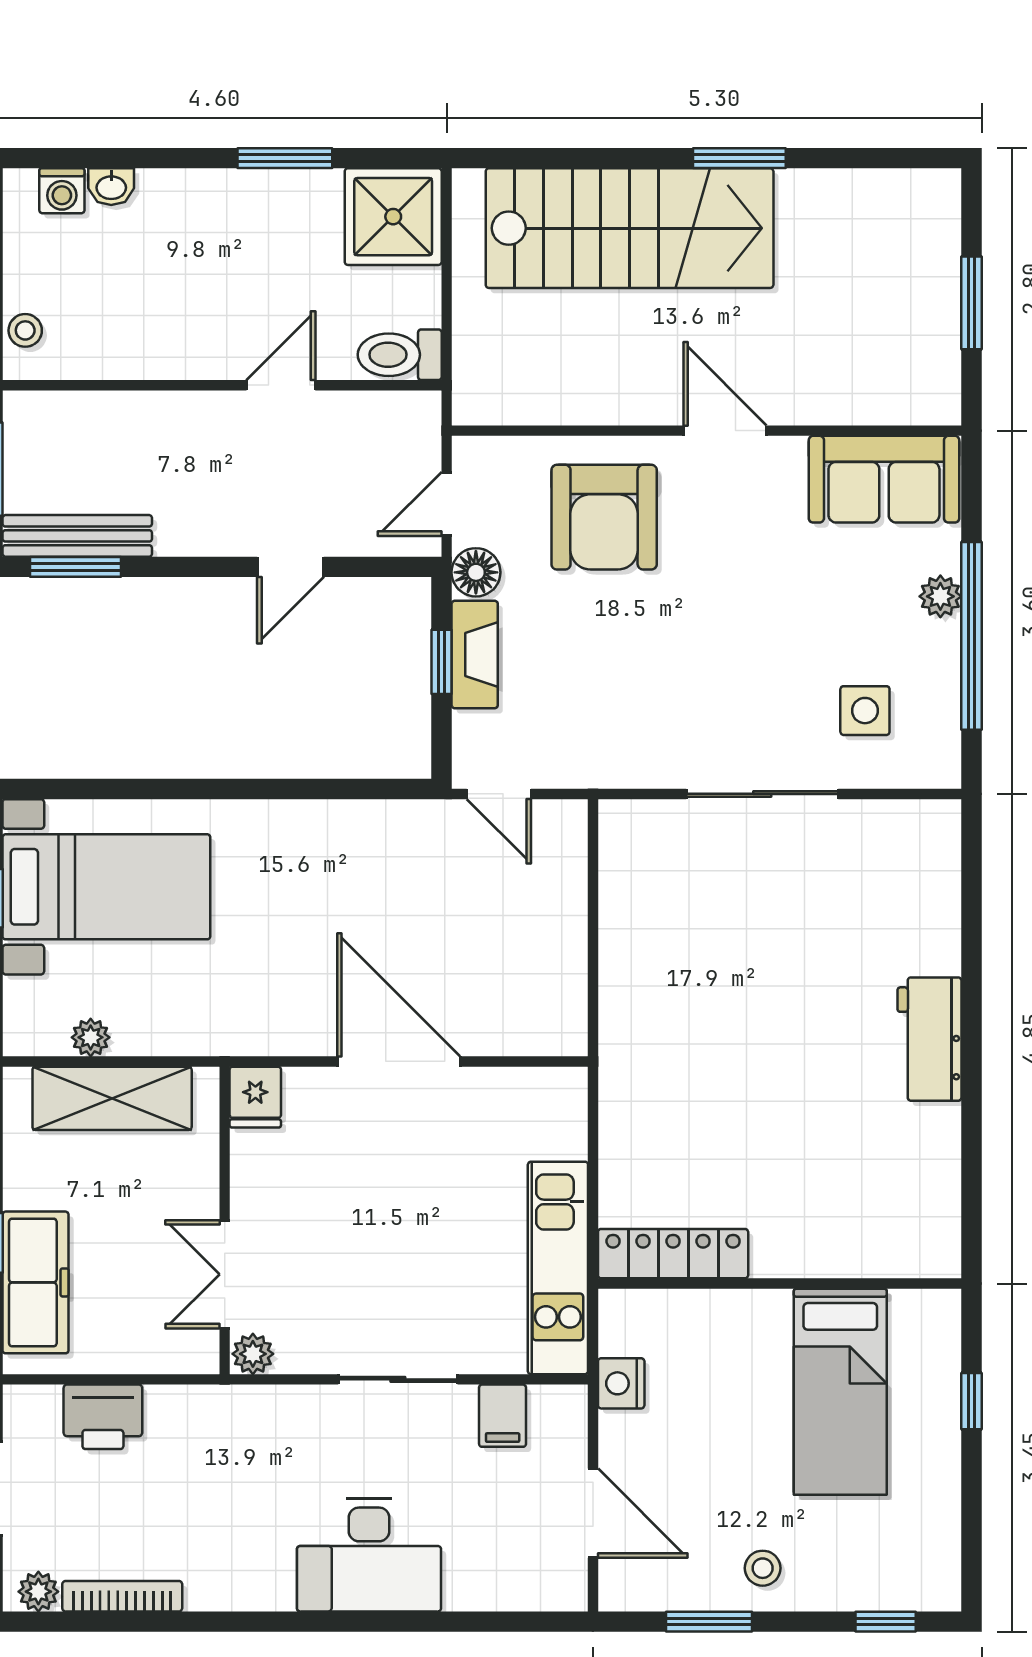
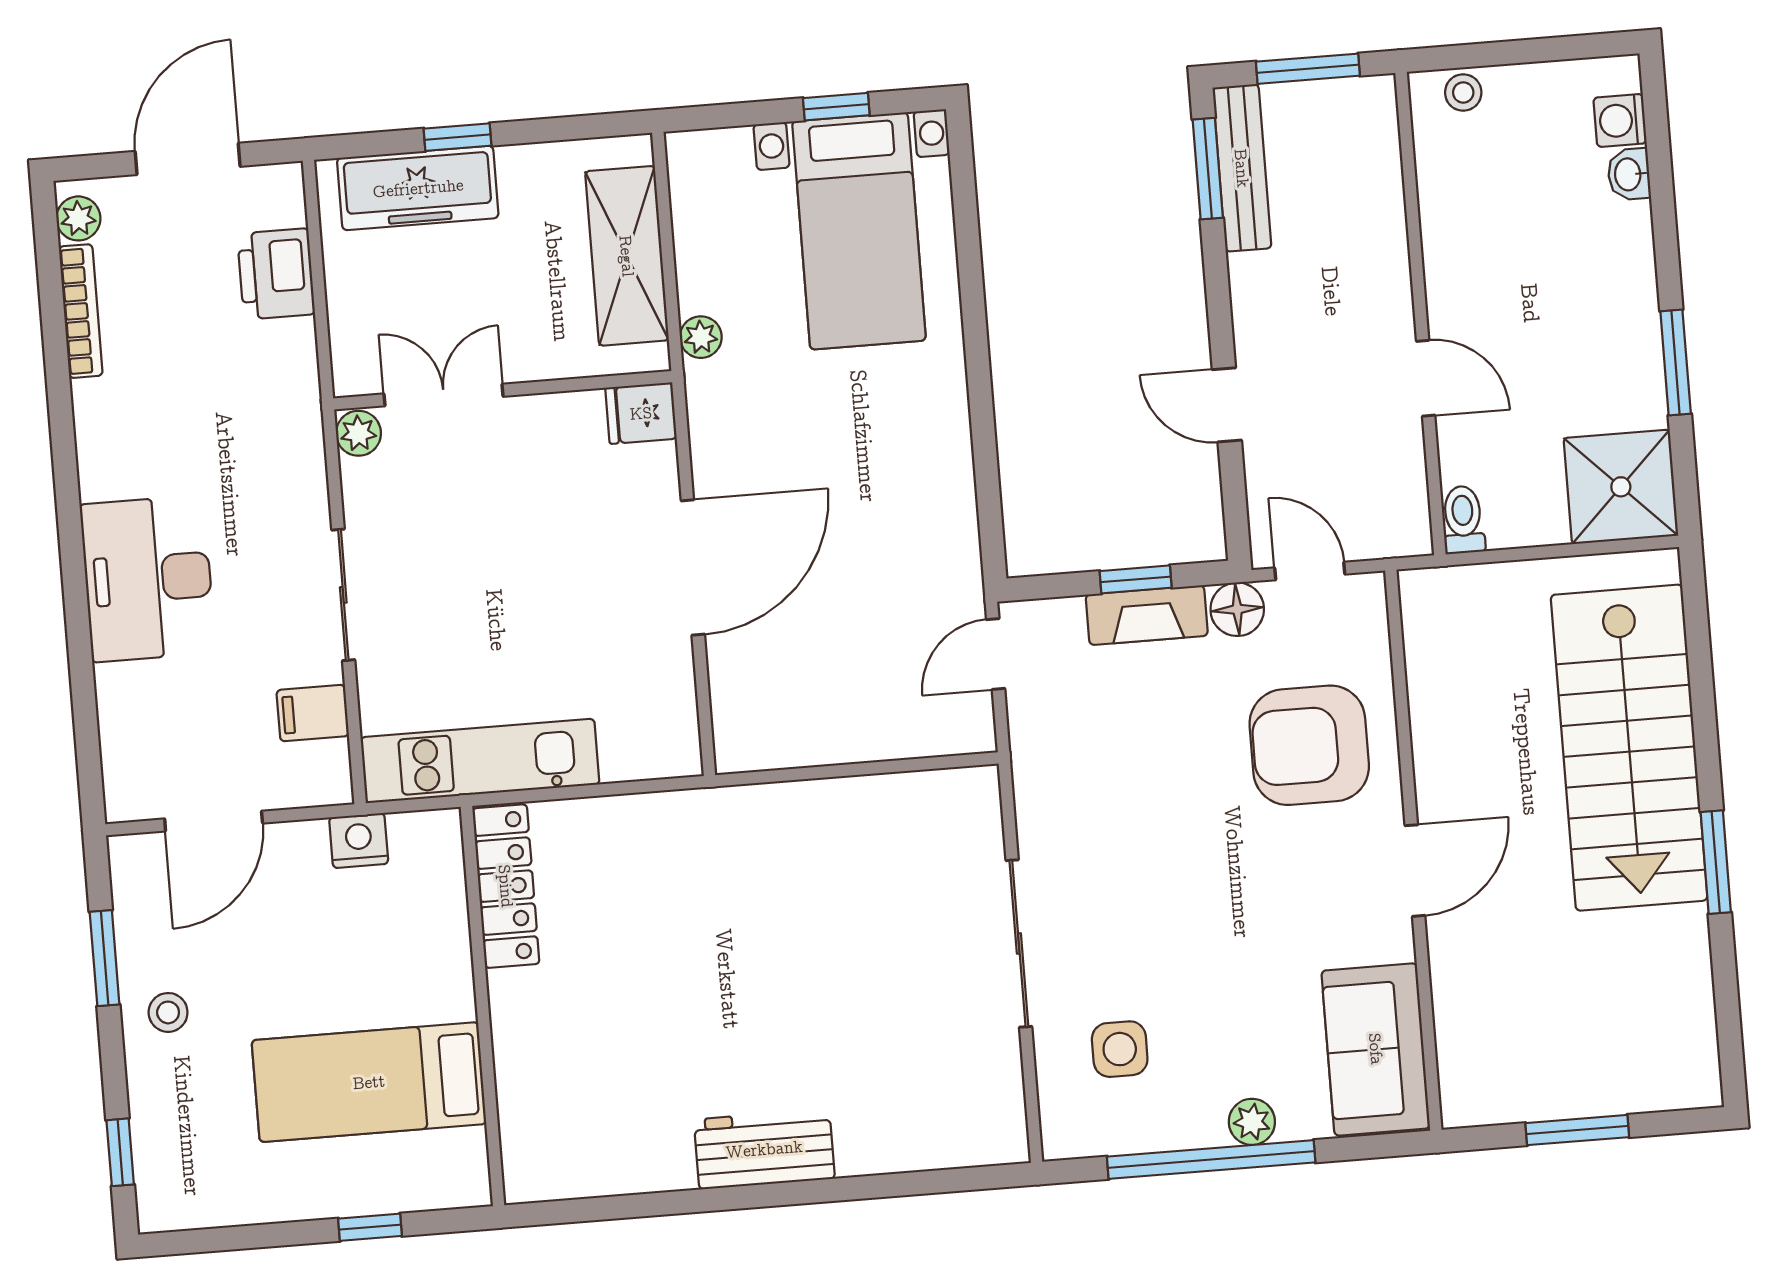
toilet: (400, 355) -> (1463, 520), width x0.73, depth x0.72
plant: (91, 1037) -> (701, 337), moved

